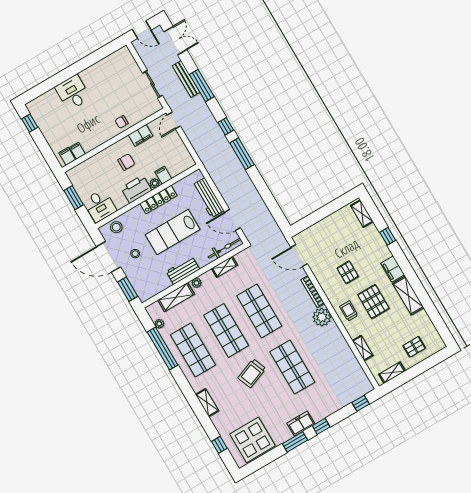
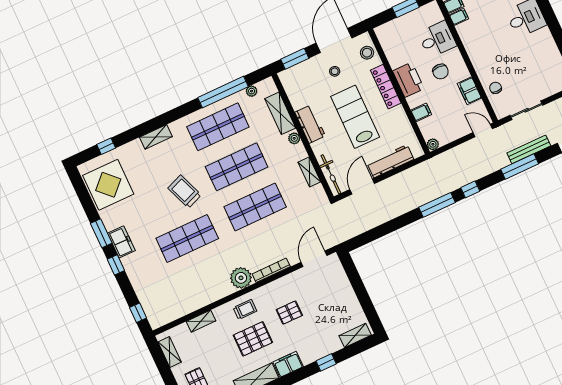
chair: (122, 122) -> (496, 88), moved
plant: (155, 183) -> (433, 144), moved
locker: (158, 200) -> (386, 87), moved
desk: (100, 206) -> (437, 39), moved, turned 180

